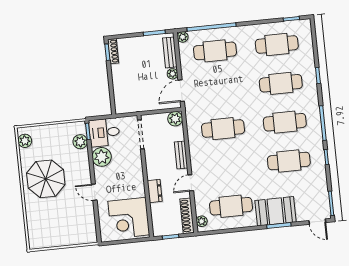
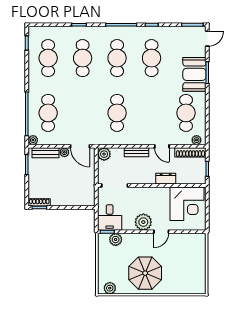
plant: (102, 157) -> (143, 222), moved

